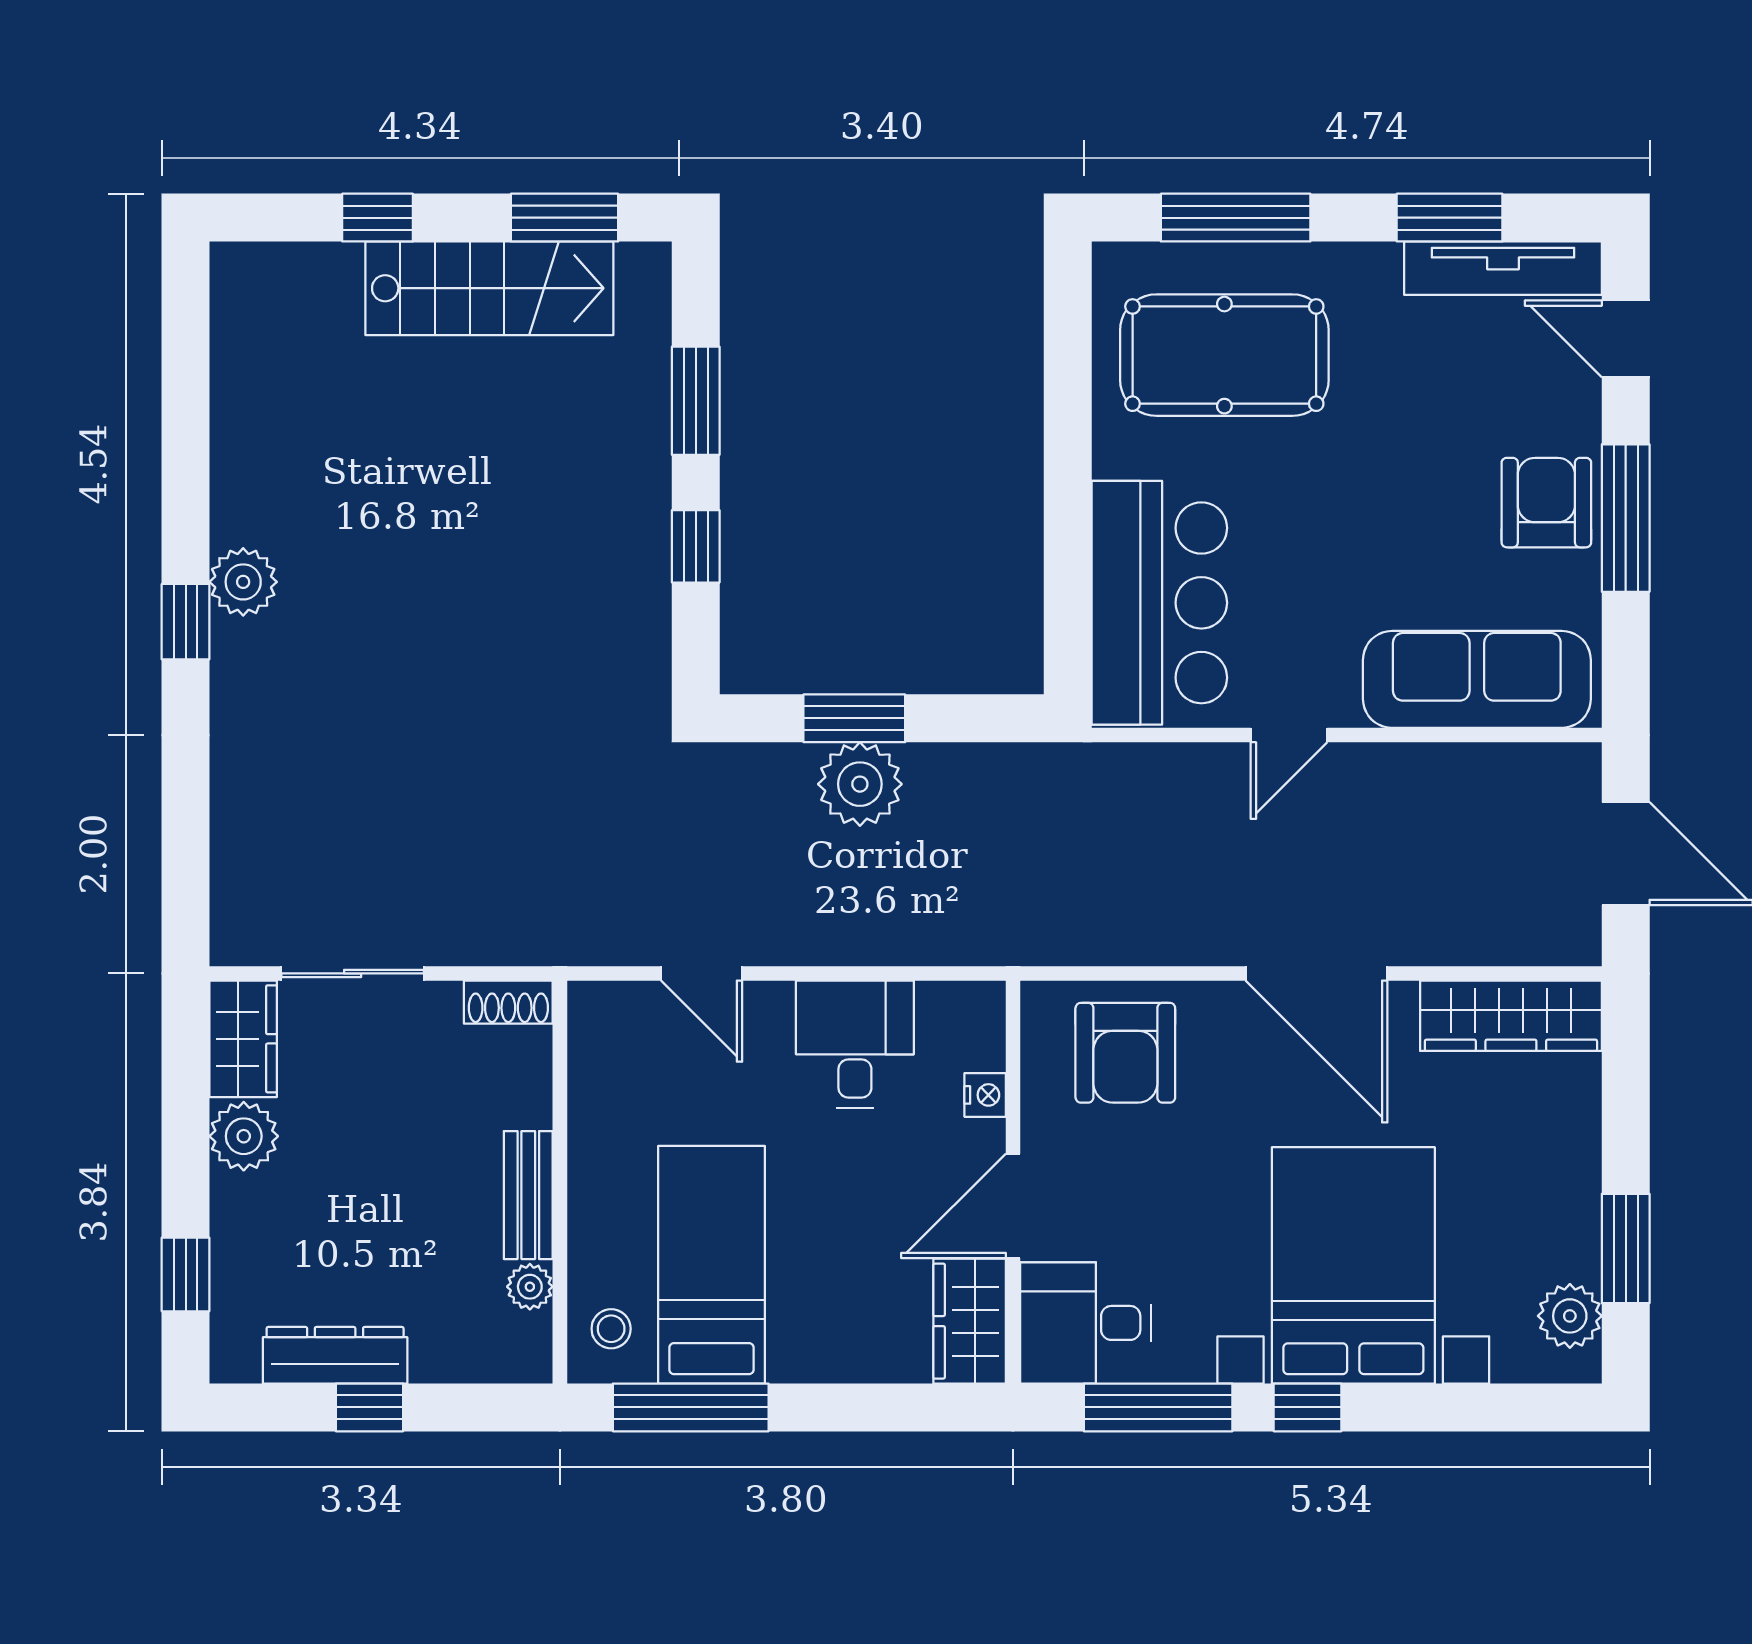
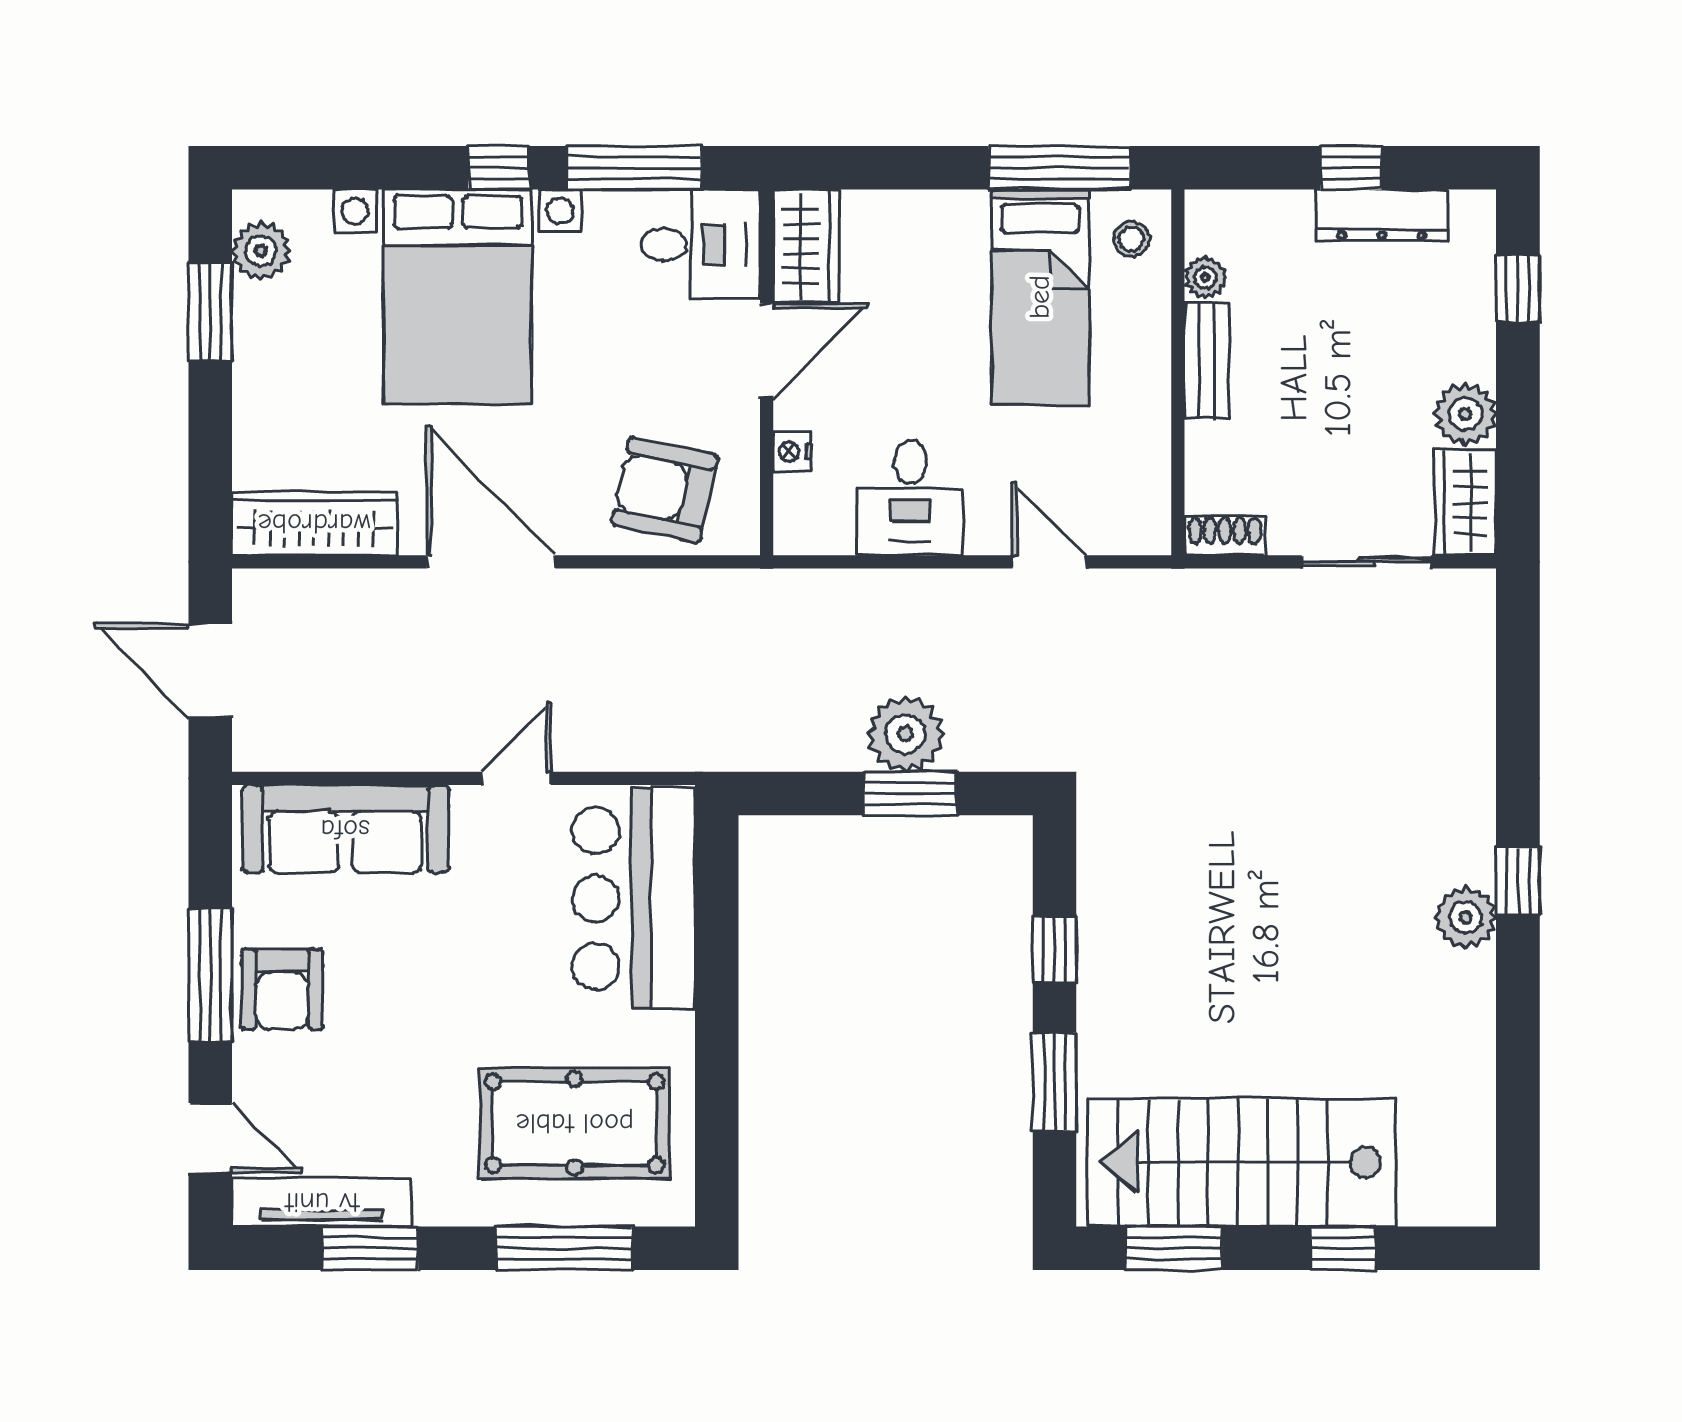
stairs: (489, 288) -> (1242, 1163), width x1.36, depth x1.51
armchair: (1125, 1053) -> (665, 490), turned -78

